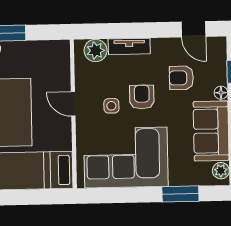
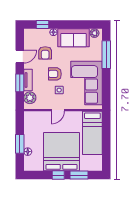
door: (193, 29) -> (20, 57), moved
window: (123, 31) -> (20, 83), added
window: (180, 194) -> (106, 55), width x1.44

